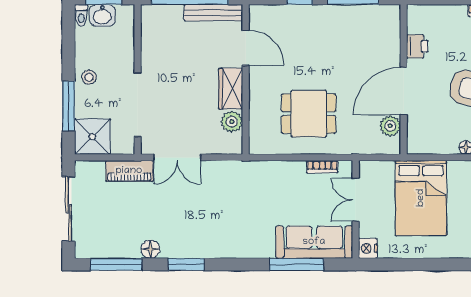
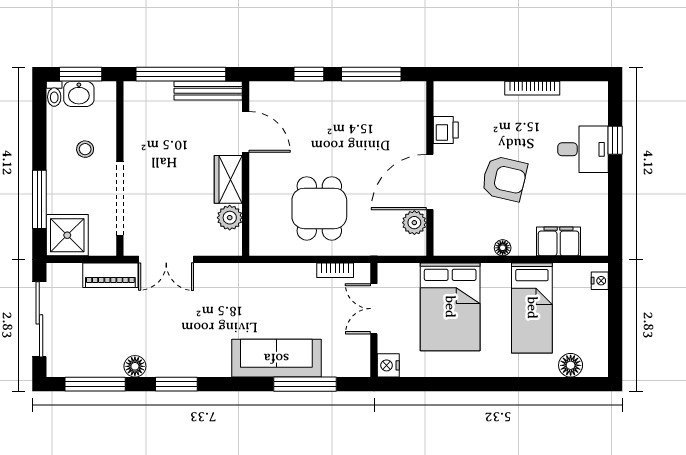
stool: (89, 77) -> (85, 149), moved
dining table: (309, 114) -> (319, 208), turned 90
sofa: (314, 242) -> (276, 358), moved

